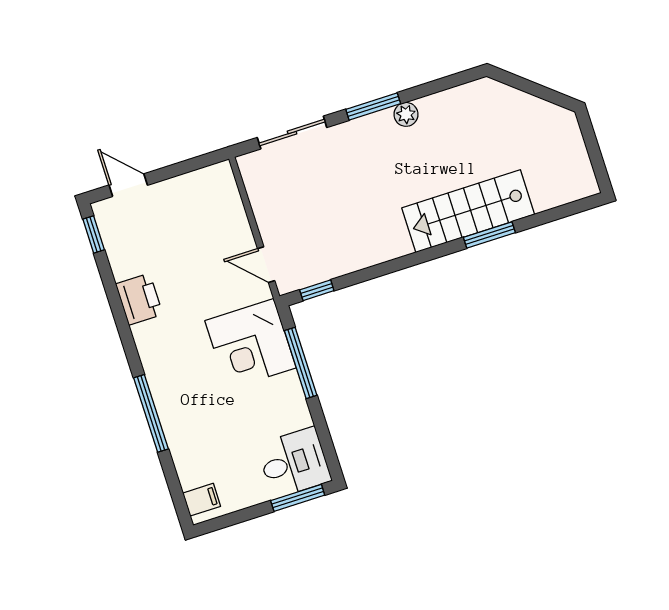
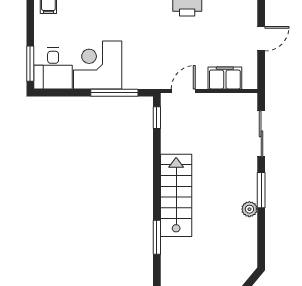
door: (128, 185) -> (261, 39), moved
filing cabinet: (228, 211) -> (225, 78), added
stairs: (468, 211) -> (176, 195), moved
corner desk: (250, 344) -> (98, 65), moved

